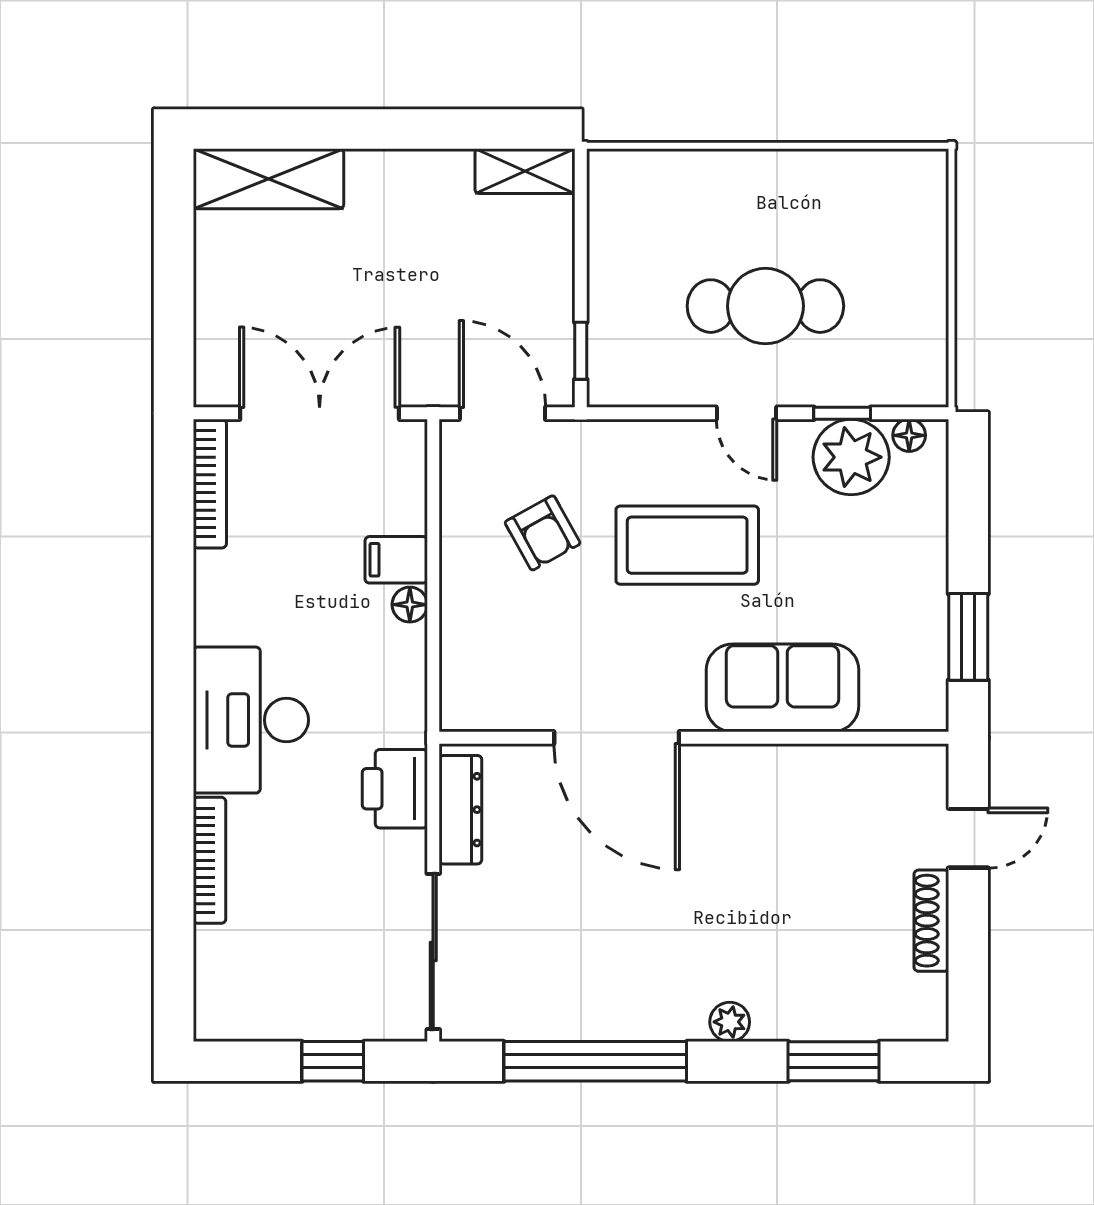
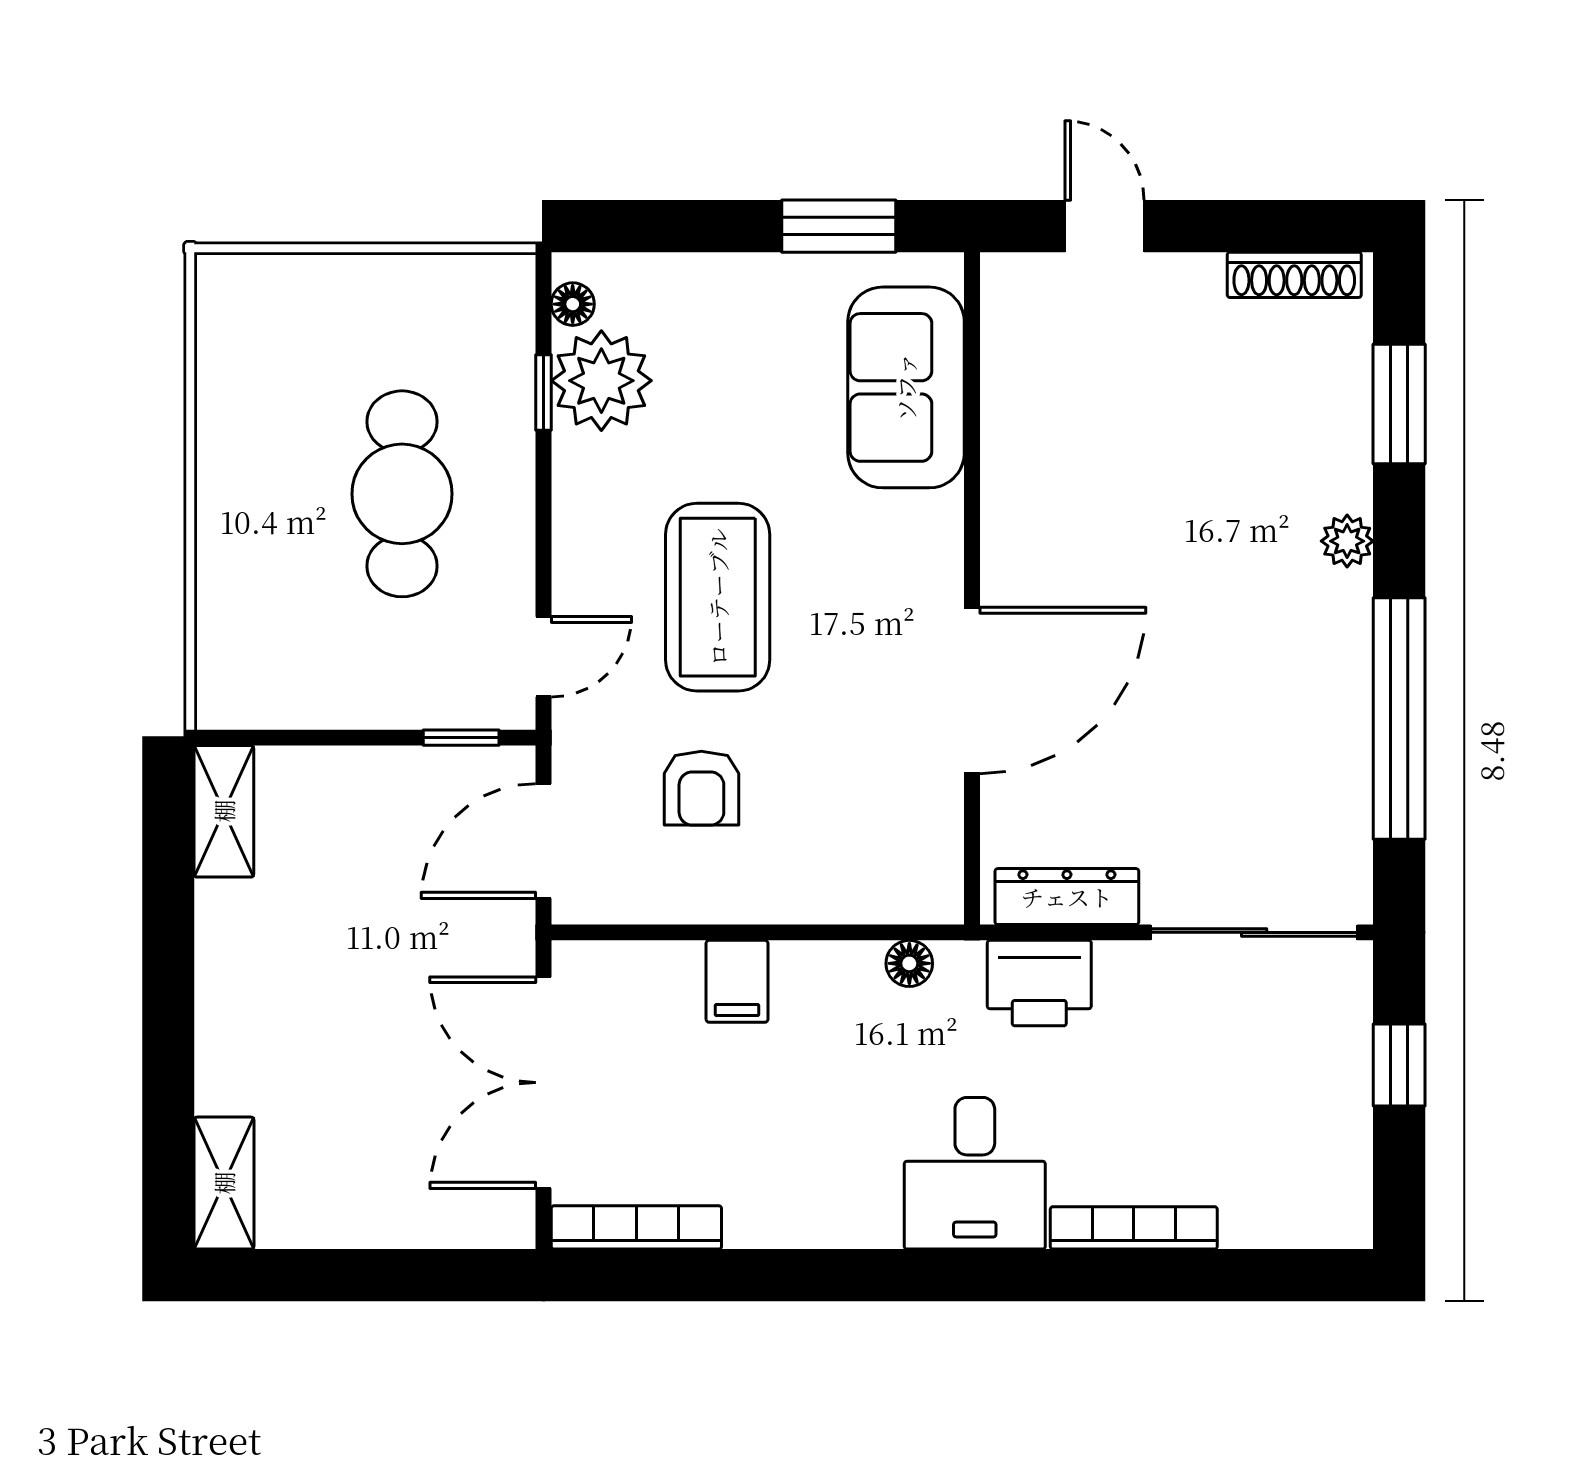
shelving: (268, 179) -> (224, 1183), width x0.67, depth x0.75
door: (747, 413) -> (544, 657), moved
armchair: (543, 533) -> (701, 788), turned 119
floor lamp: (410, 605) -> (909, 963), moved
sofa: (782, 688) -> (906, 387), moved
desk: (251, 720) -> (975, 1173), width x0.73
shoe rack: (931, 921) -> (1294, 275), moved

